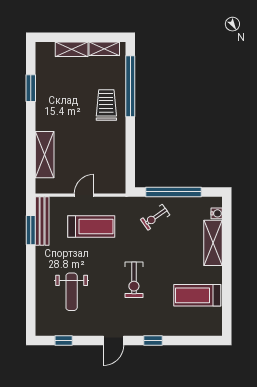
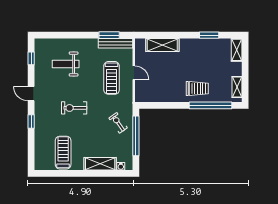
shelving: (72, 49) -> (237, 50), moved

